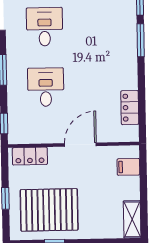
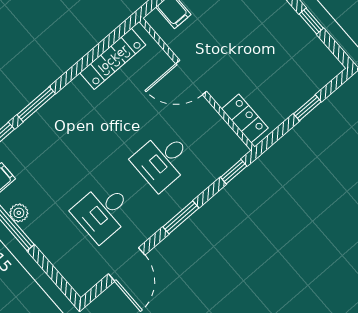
locker: (130, 108) -> (113, 59), width x1.53
pallet: (49, 210) -> (283, 54), removed

